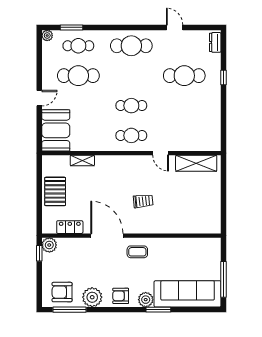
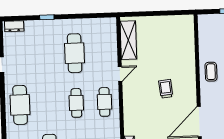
cafe table: (184, 76) -> (75, 53), moved
coffee table: (137, 252) -> (211, 72), moved

